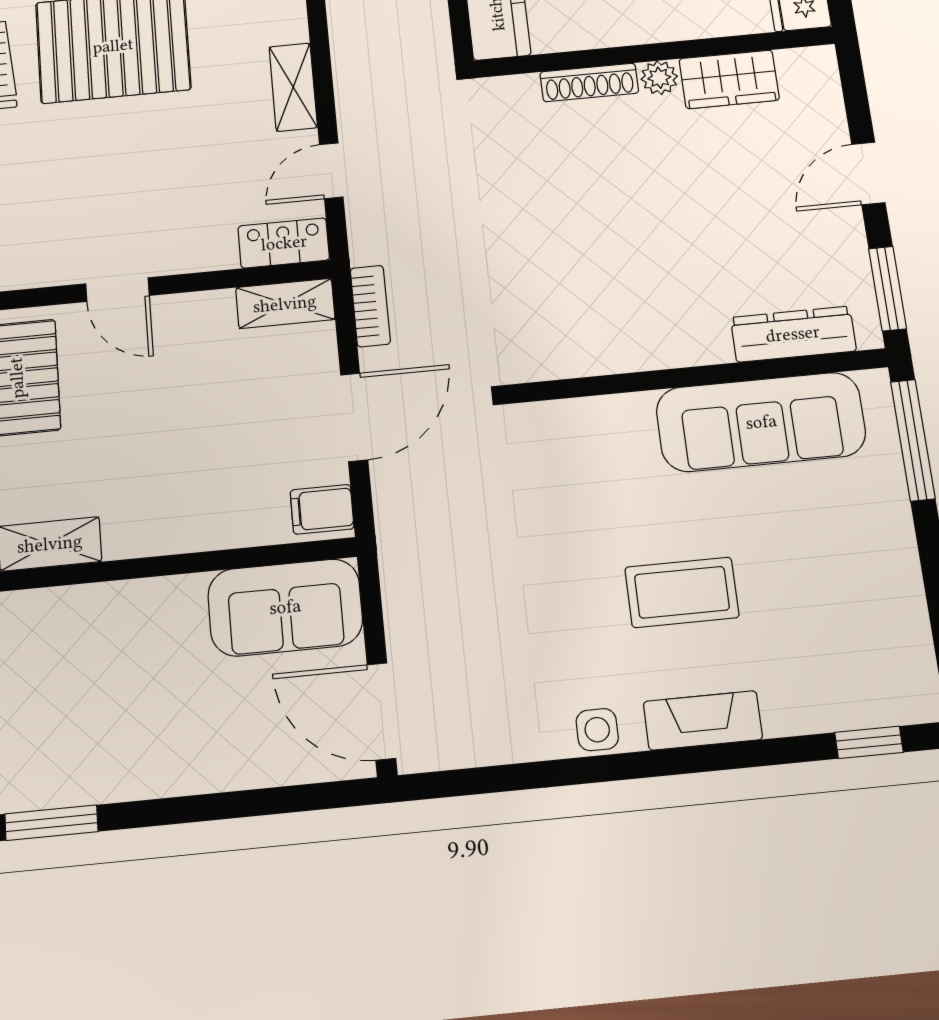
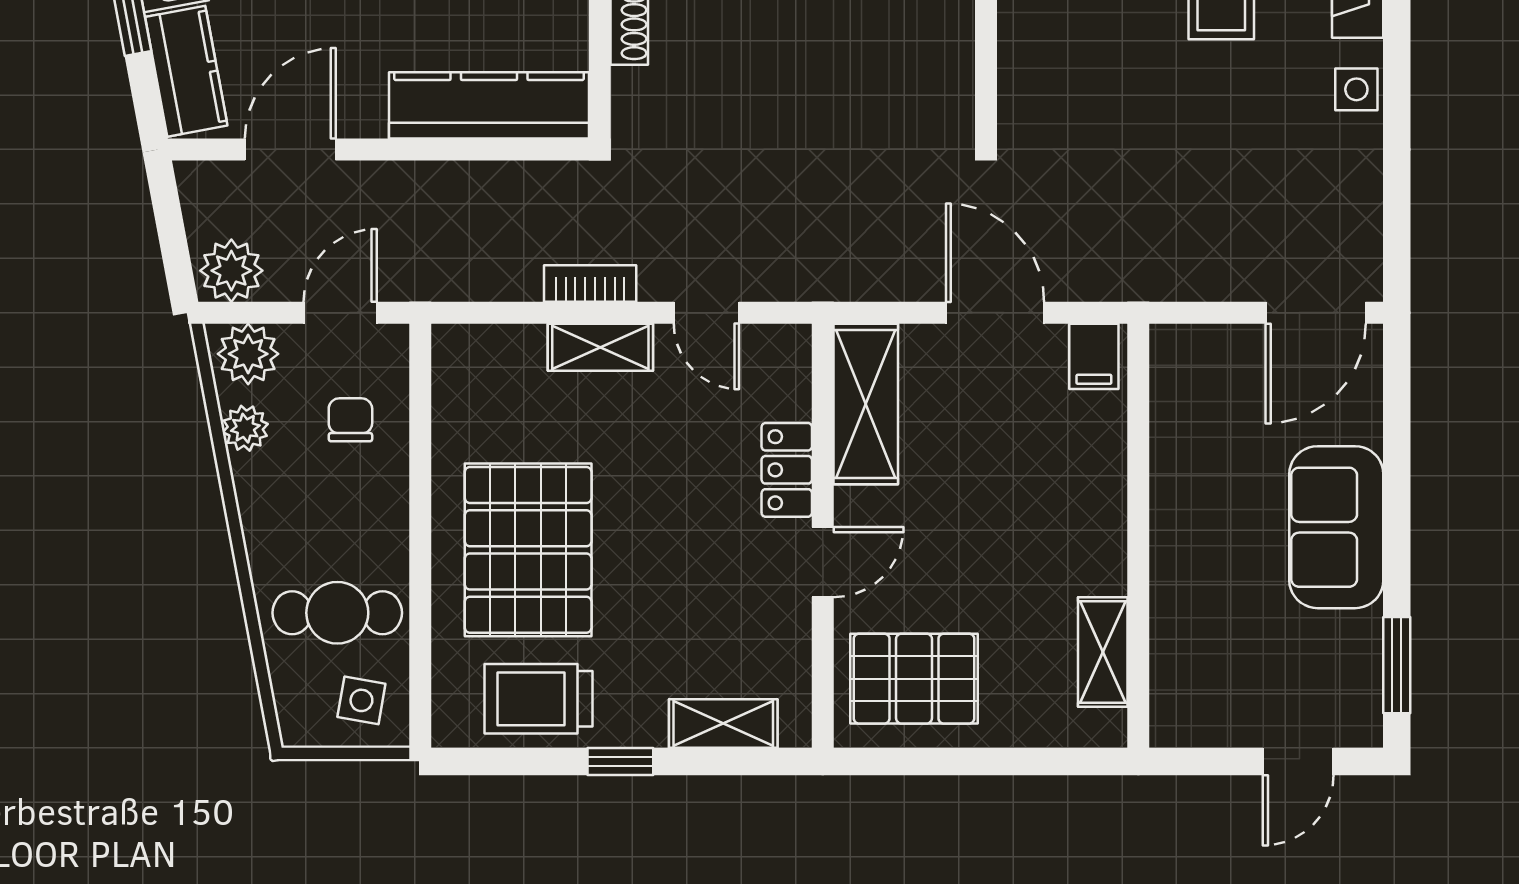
locker: (284, 243) -> (787, 470), moved
shelving: (285, 304) -> (866, 404), width x1.50, depth x1.33
bookcase: (370, 306) -> (590, 283), moved
sofa: (285, 607) -> (1336, 527), moved, turned 180

